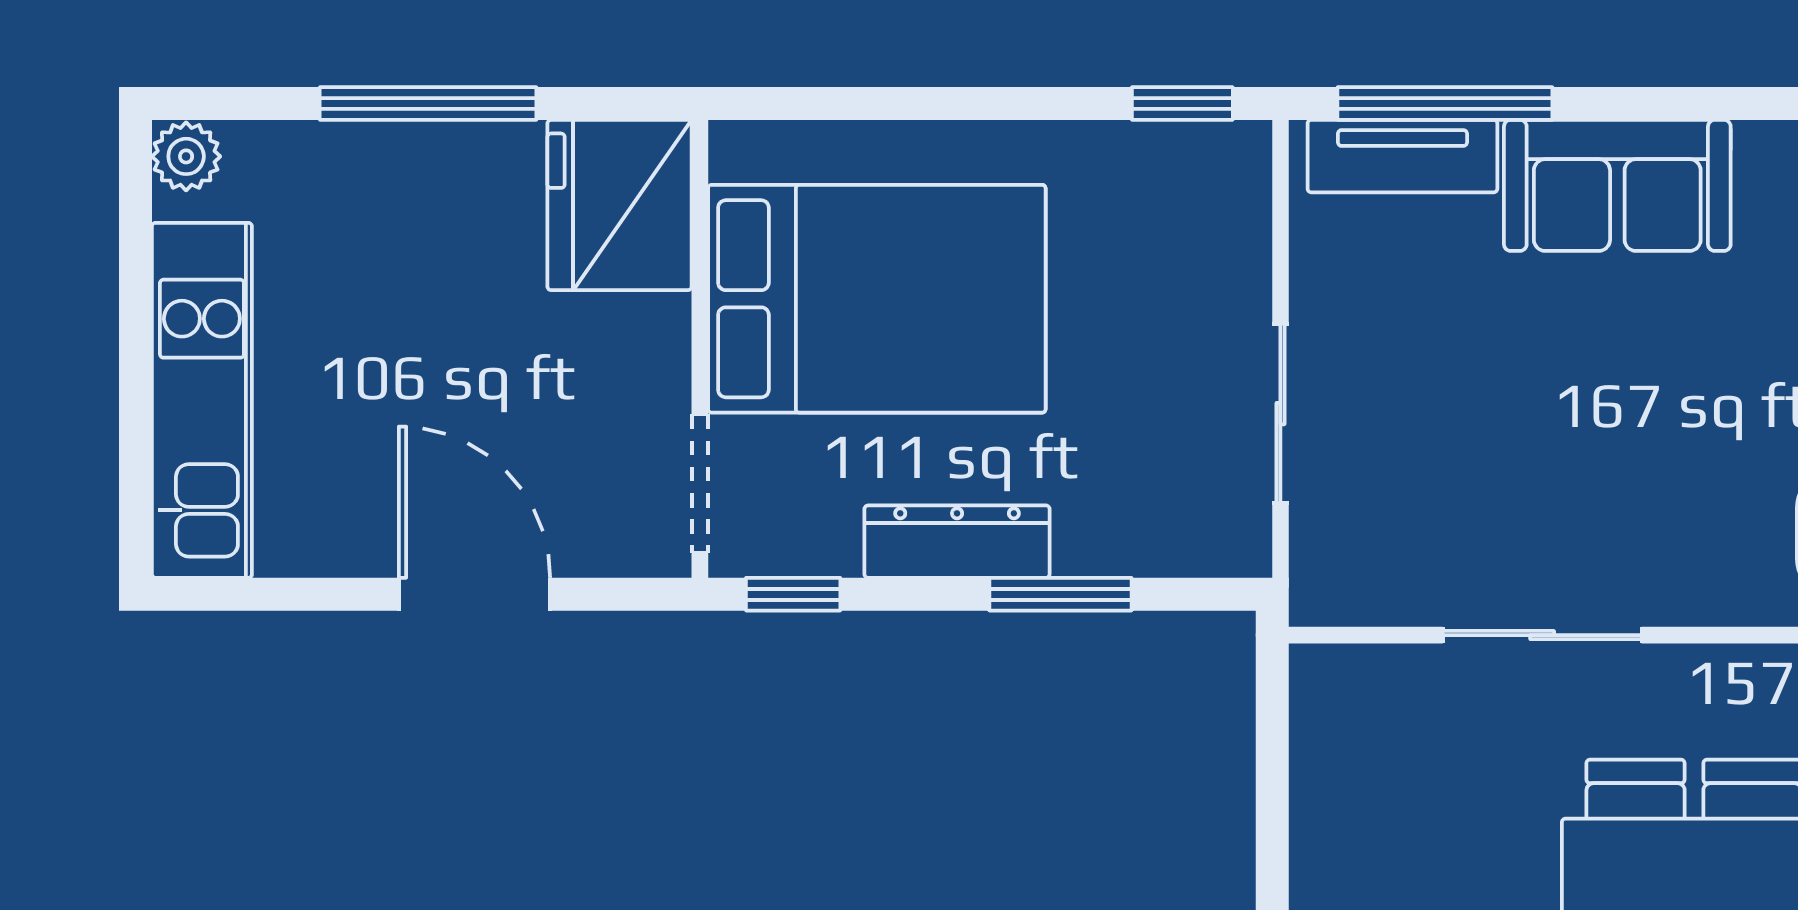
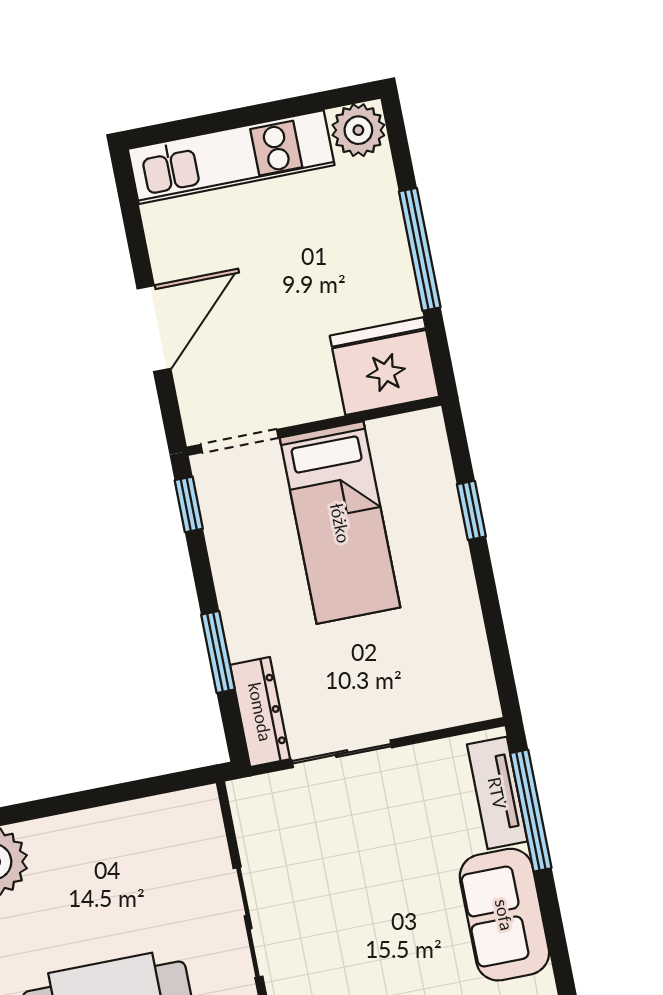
window: (1182, 103) -> (471, 510), moved
plant: (186, 156) -> (358, 130), width x1.38, depth x1.38
bed: (877, 299) -> (340, 523), width x0.67
dresser: (957, 542) -> (260, 712), moved

